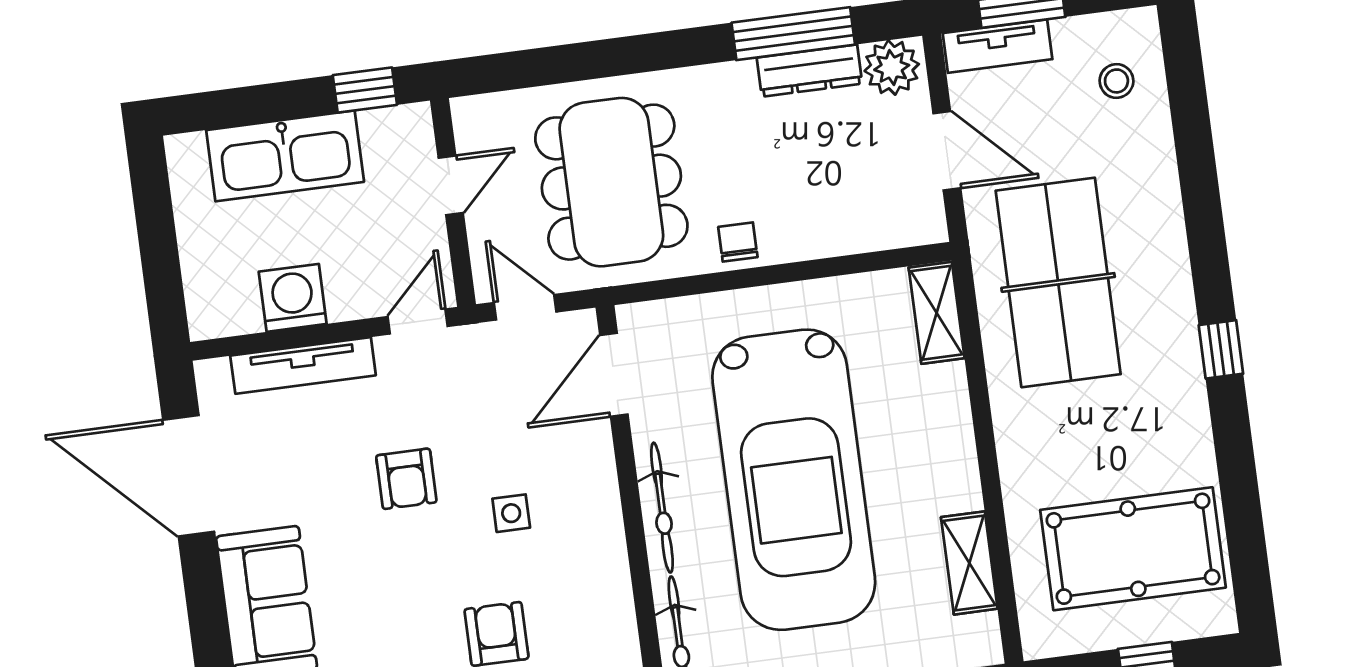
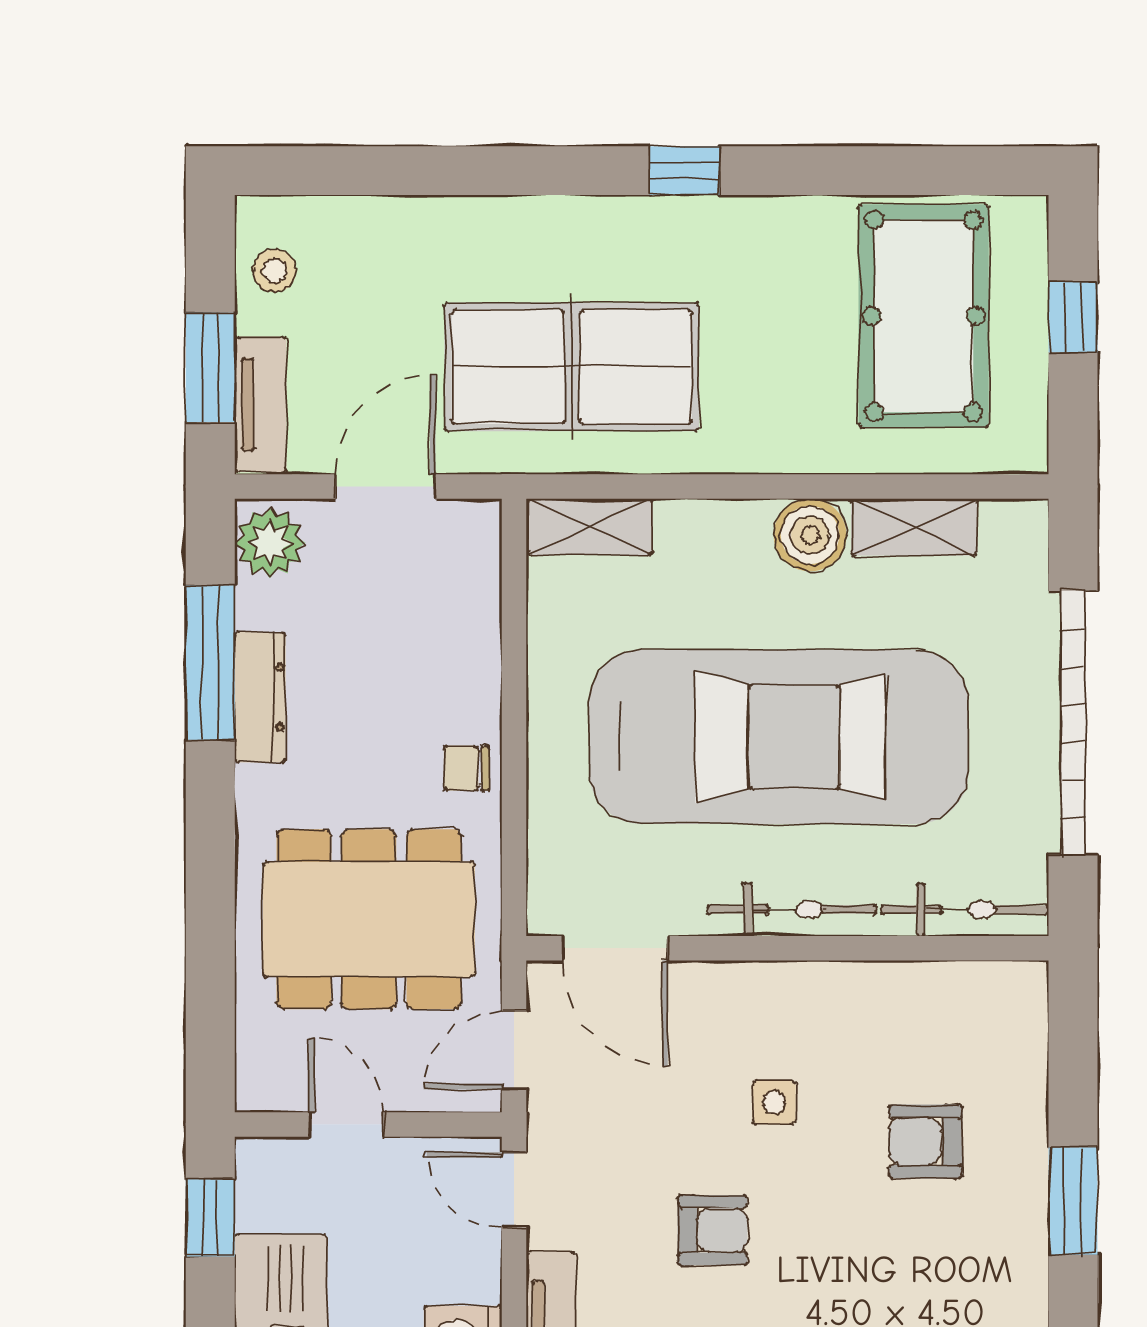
dresser: (809, 71) -> (260, 697), moved
stool: (1116, 81) -> (275, 271), moved
boiler: (953, 483) -> (810, 535), added

